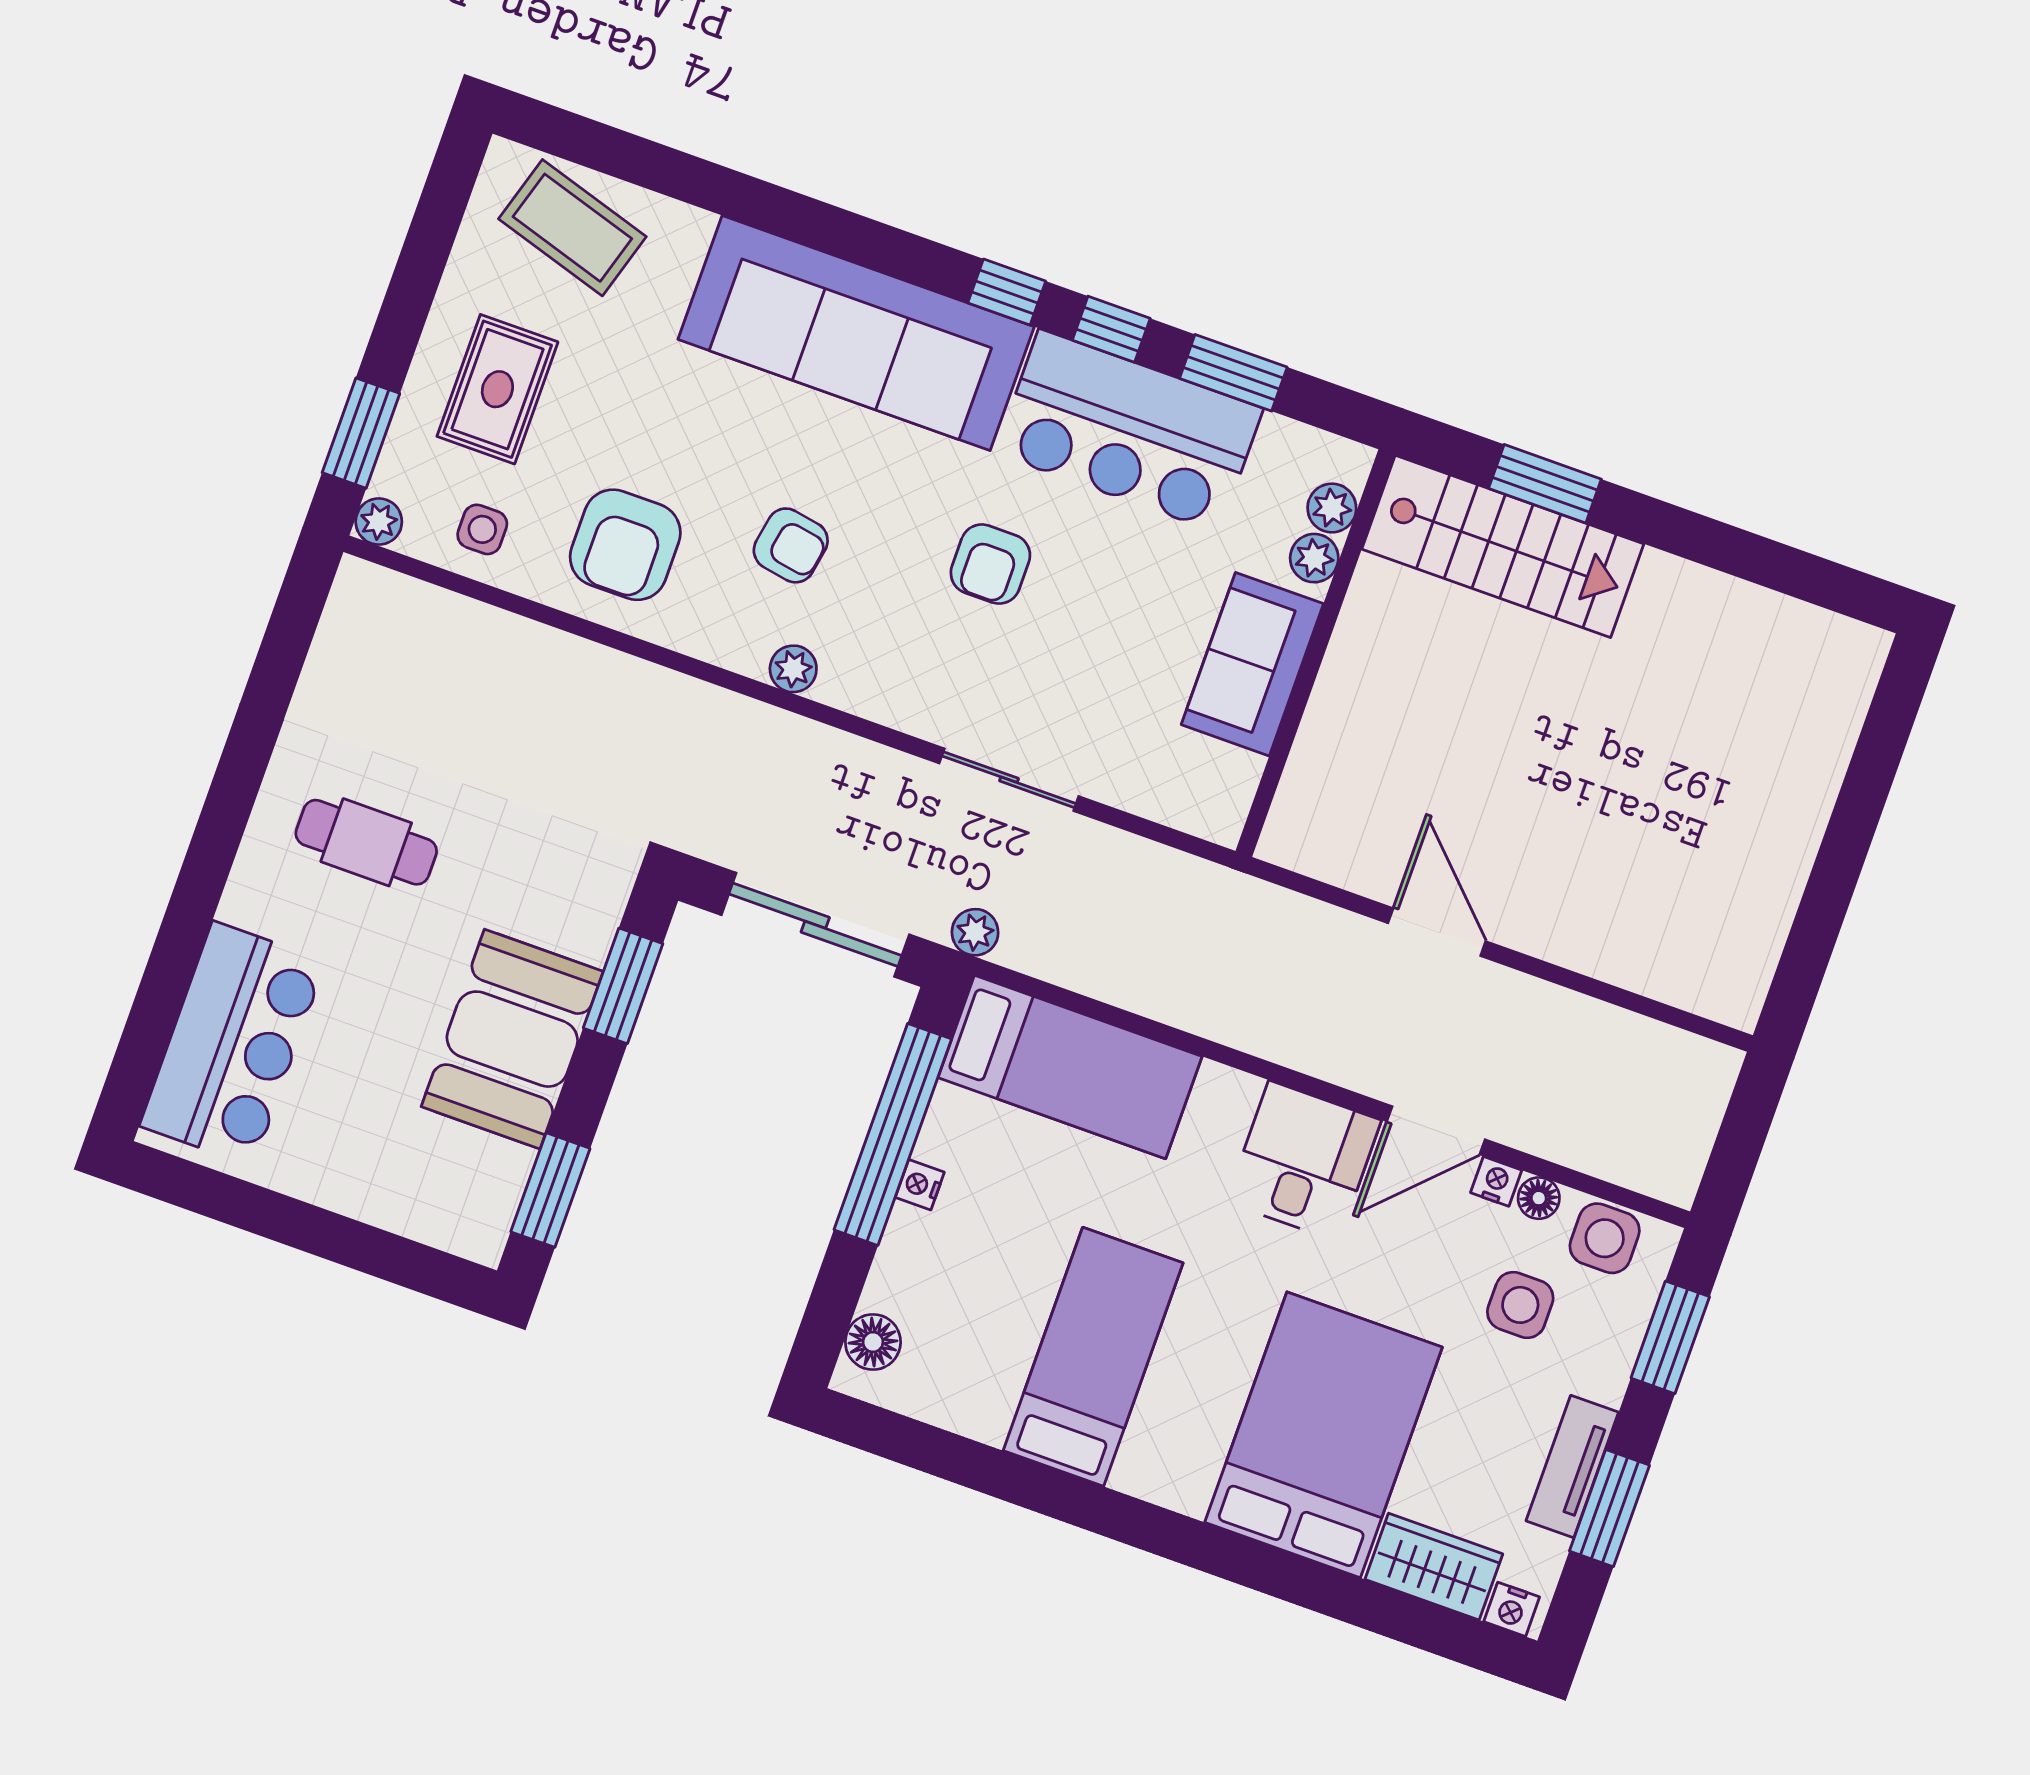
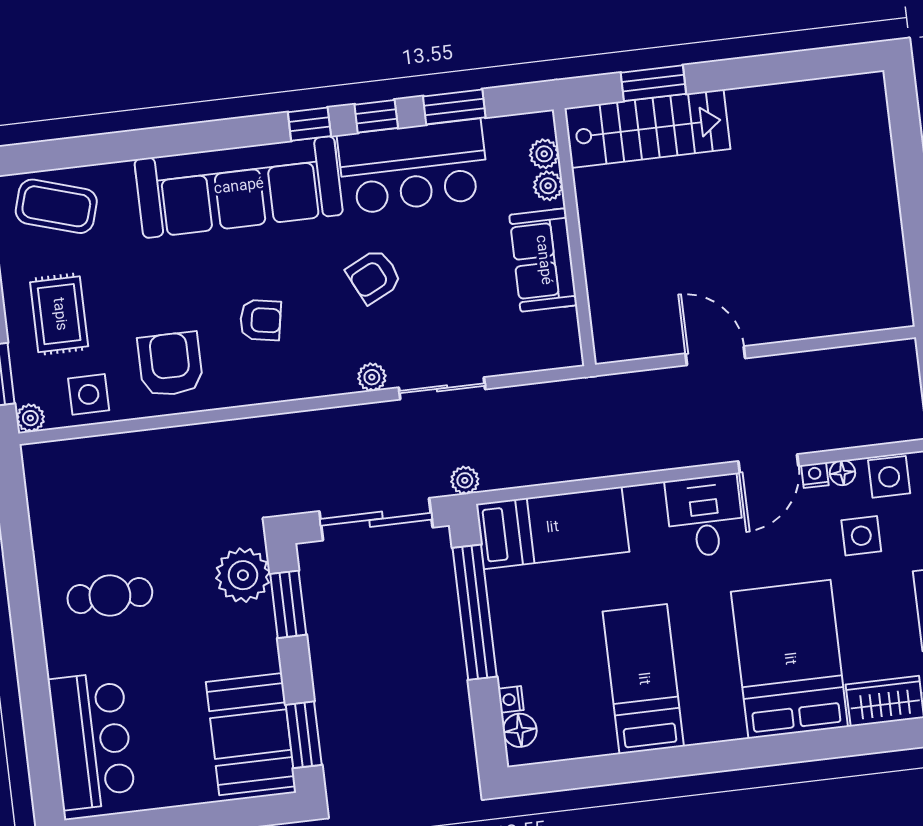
side table: (482, 529) -> (89, 394), width x1.37, depth x1.37
armchair: (625, 545) -> (170, 364), turned 180
armchair: (990, 564) -> (374, 276), turned 64
plant: (793, 669) -> (372, 377), moved
plant: (578, 910) -> (243, 575), added
booth: (512, 1039) -> (251, 734), moved
nightstand: (920, 1185) -> (511, 699), moved

